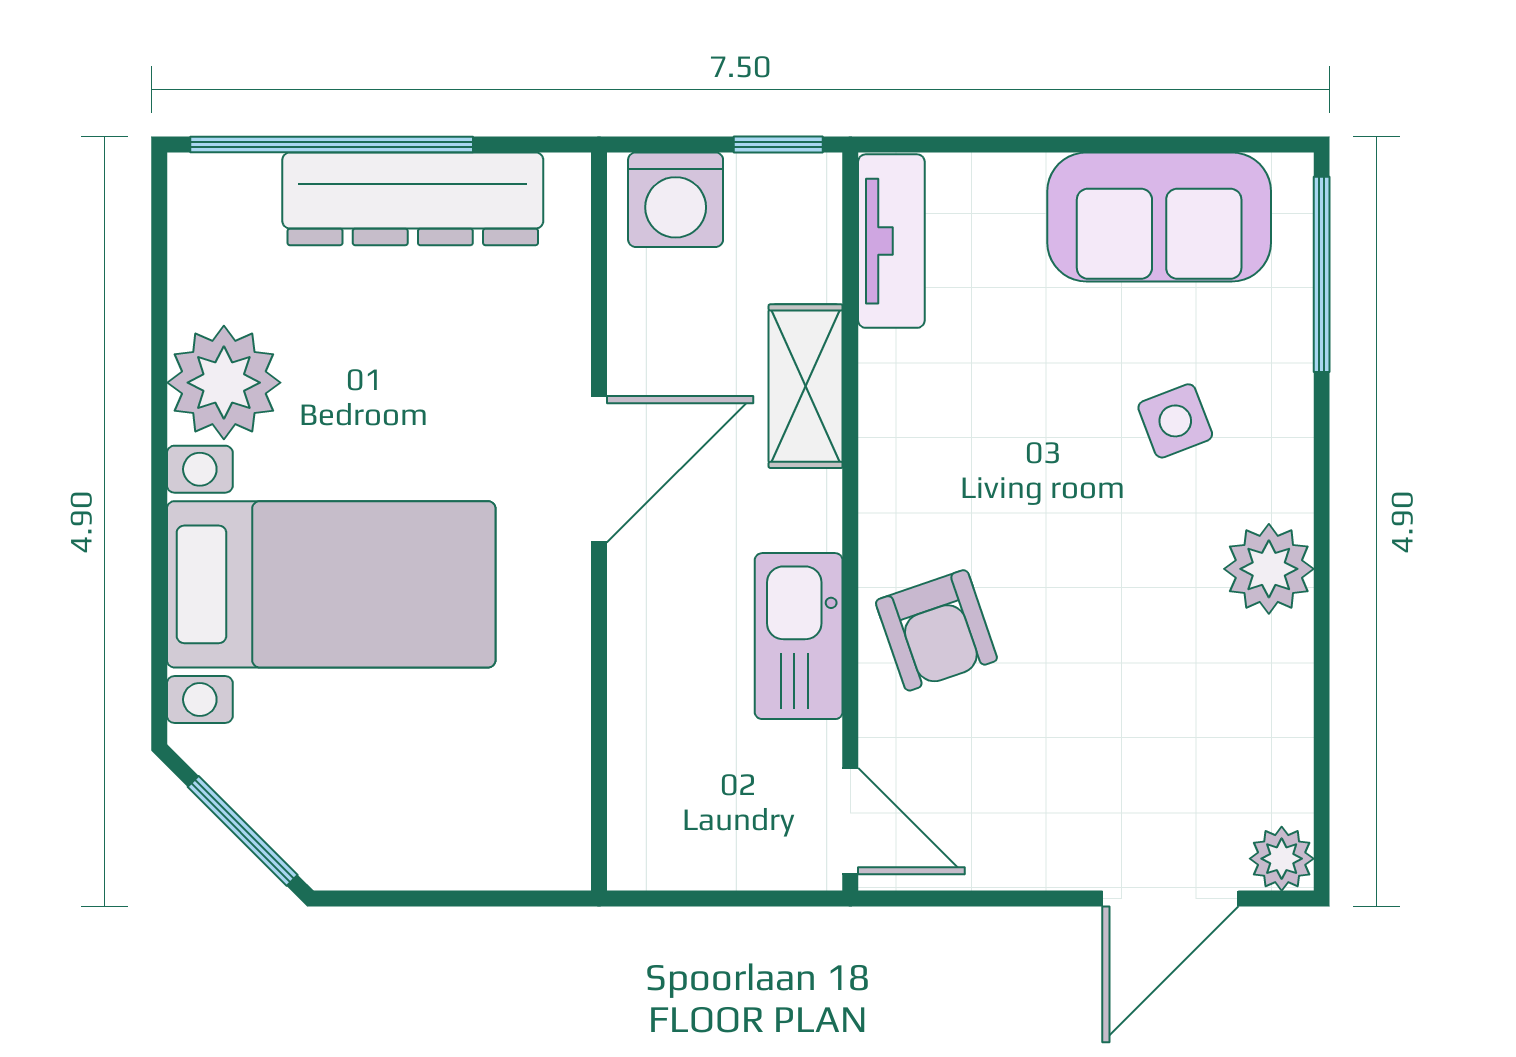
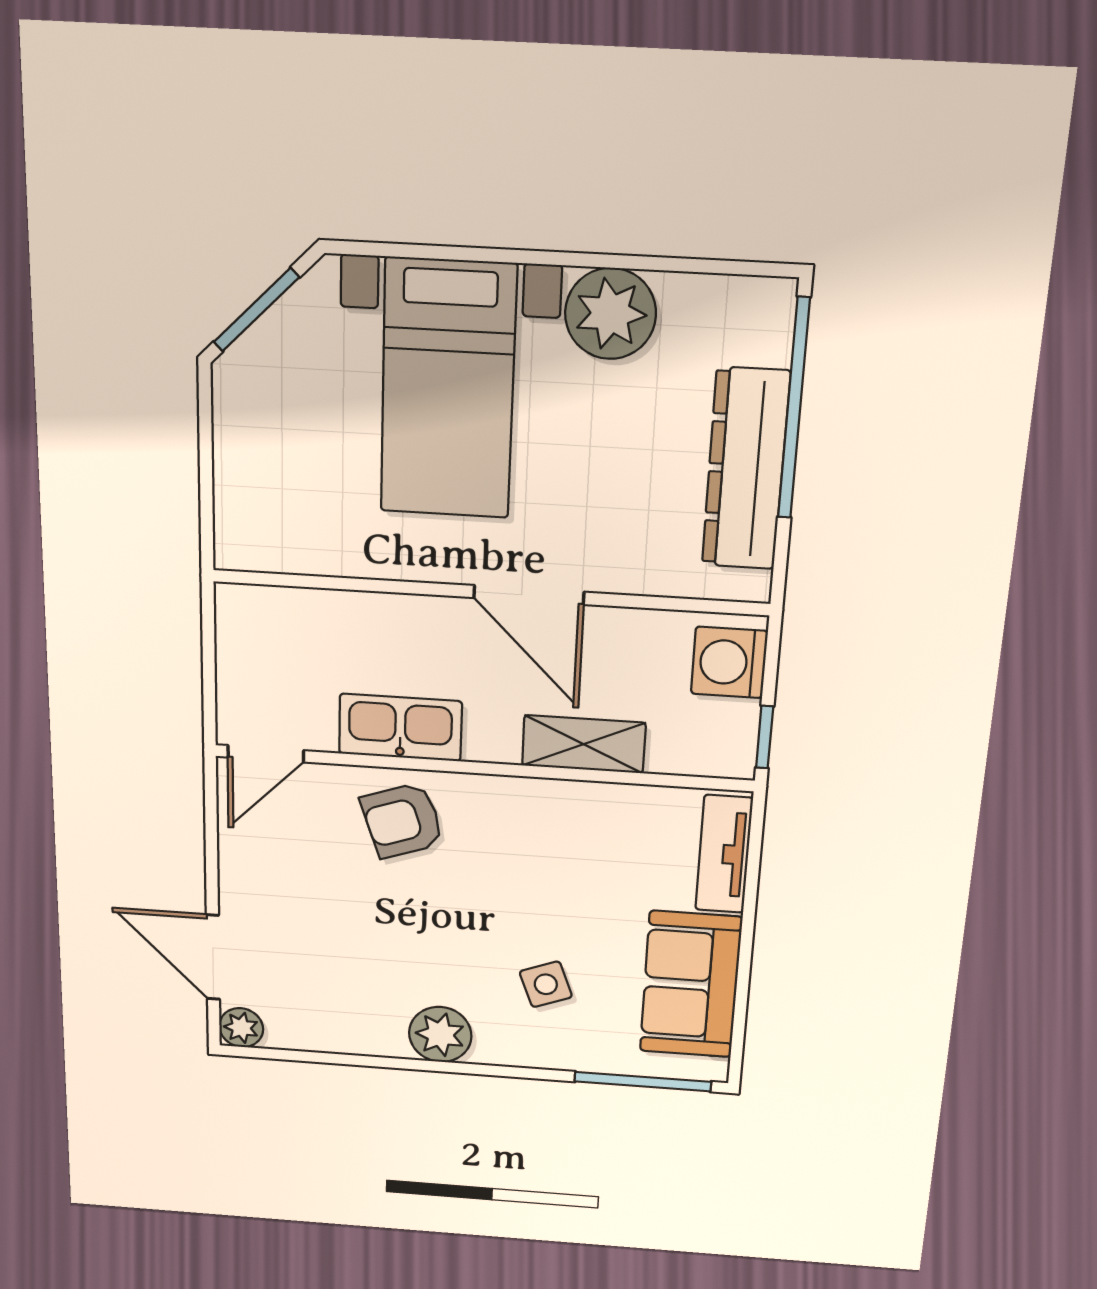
tv unit: (891, 241) -> (724, 854), moved, turned 90

